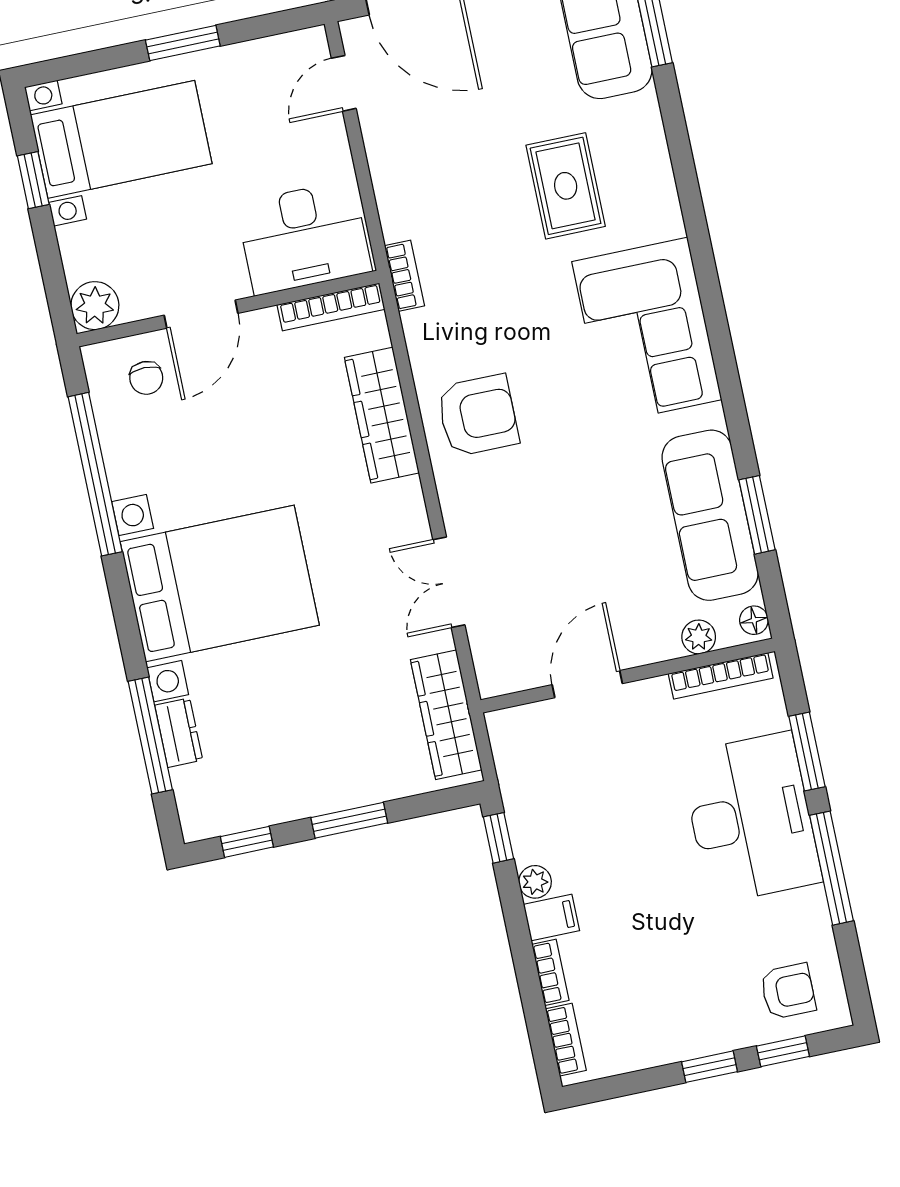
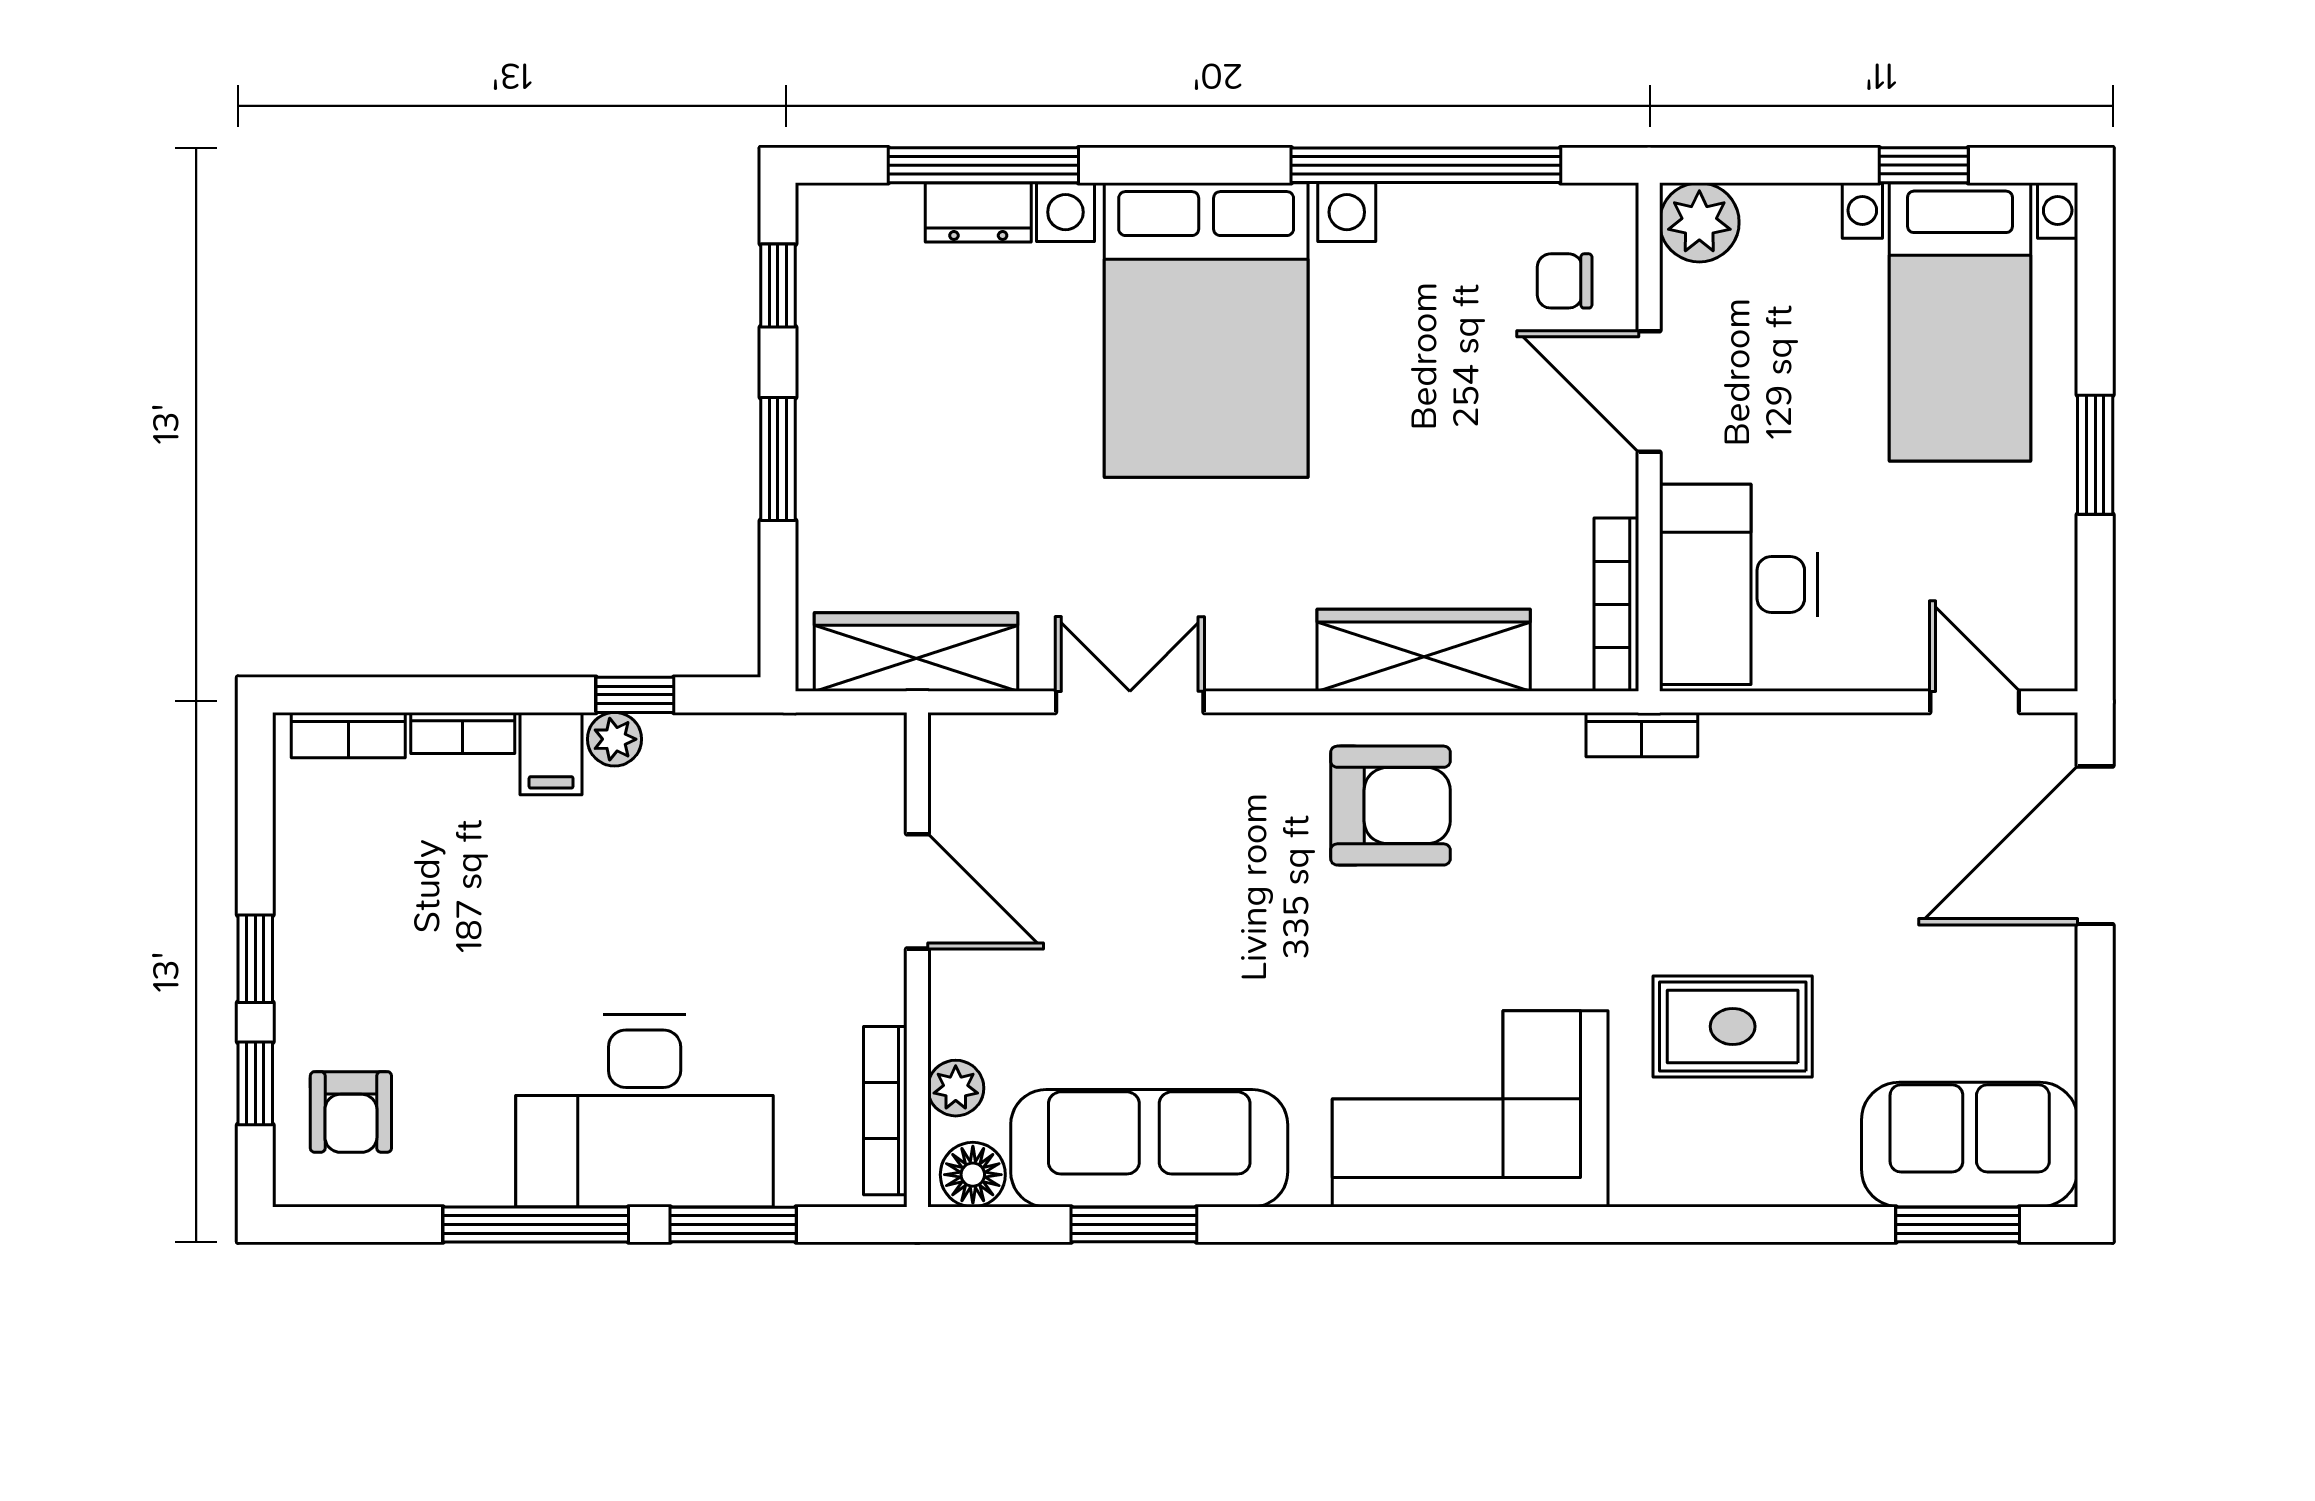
armchair: (478, 415) -> (1390, 806), turned -90
floor lamp: (754, 620) -> (973, 1175), width x1.37, depth x1.37
window: (498, 838) -> (635, 695), moved

